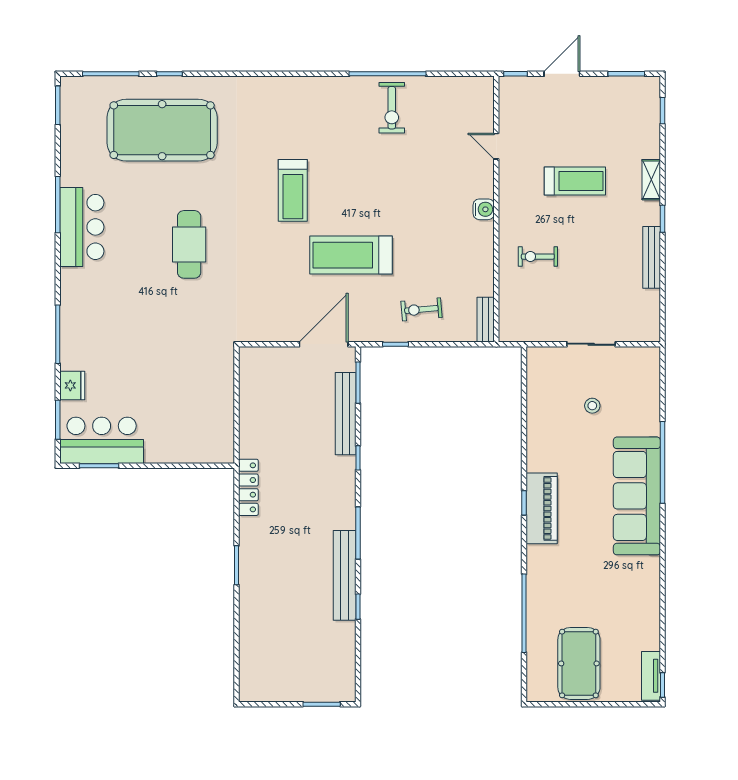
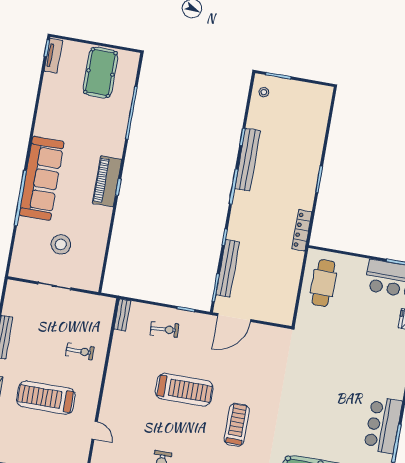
treadmill: (575, 181) -> (46, 398), width x1.37, depth x1.38
water cooler: (484, 209) -> (111, 389), removed
cafe table: (189, 244) -> (323, 283), moved
treadmill: (351, 255) -> (184, 390), moved
stool: (592, 406) -> (61, 244), width x1.89, depth x1.89
stool: (338, 677) -> (264, 92), added

